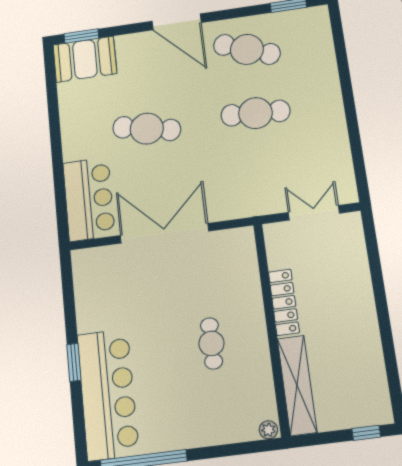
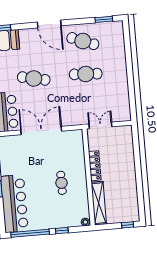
double door: (314, 213) -> (100, 125), moved
window: (215, 452) -> (62, 231), added

